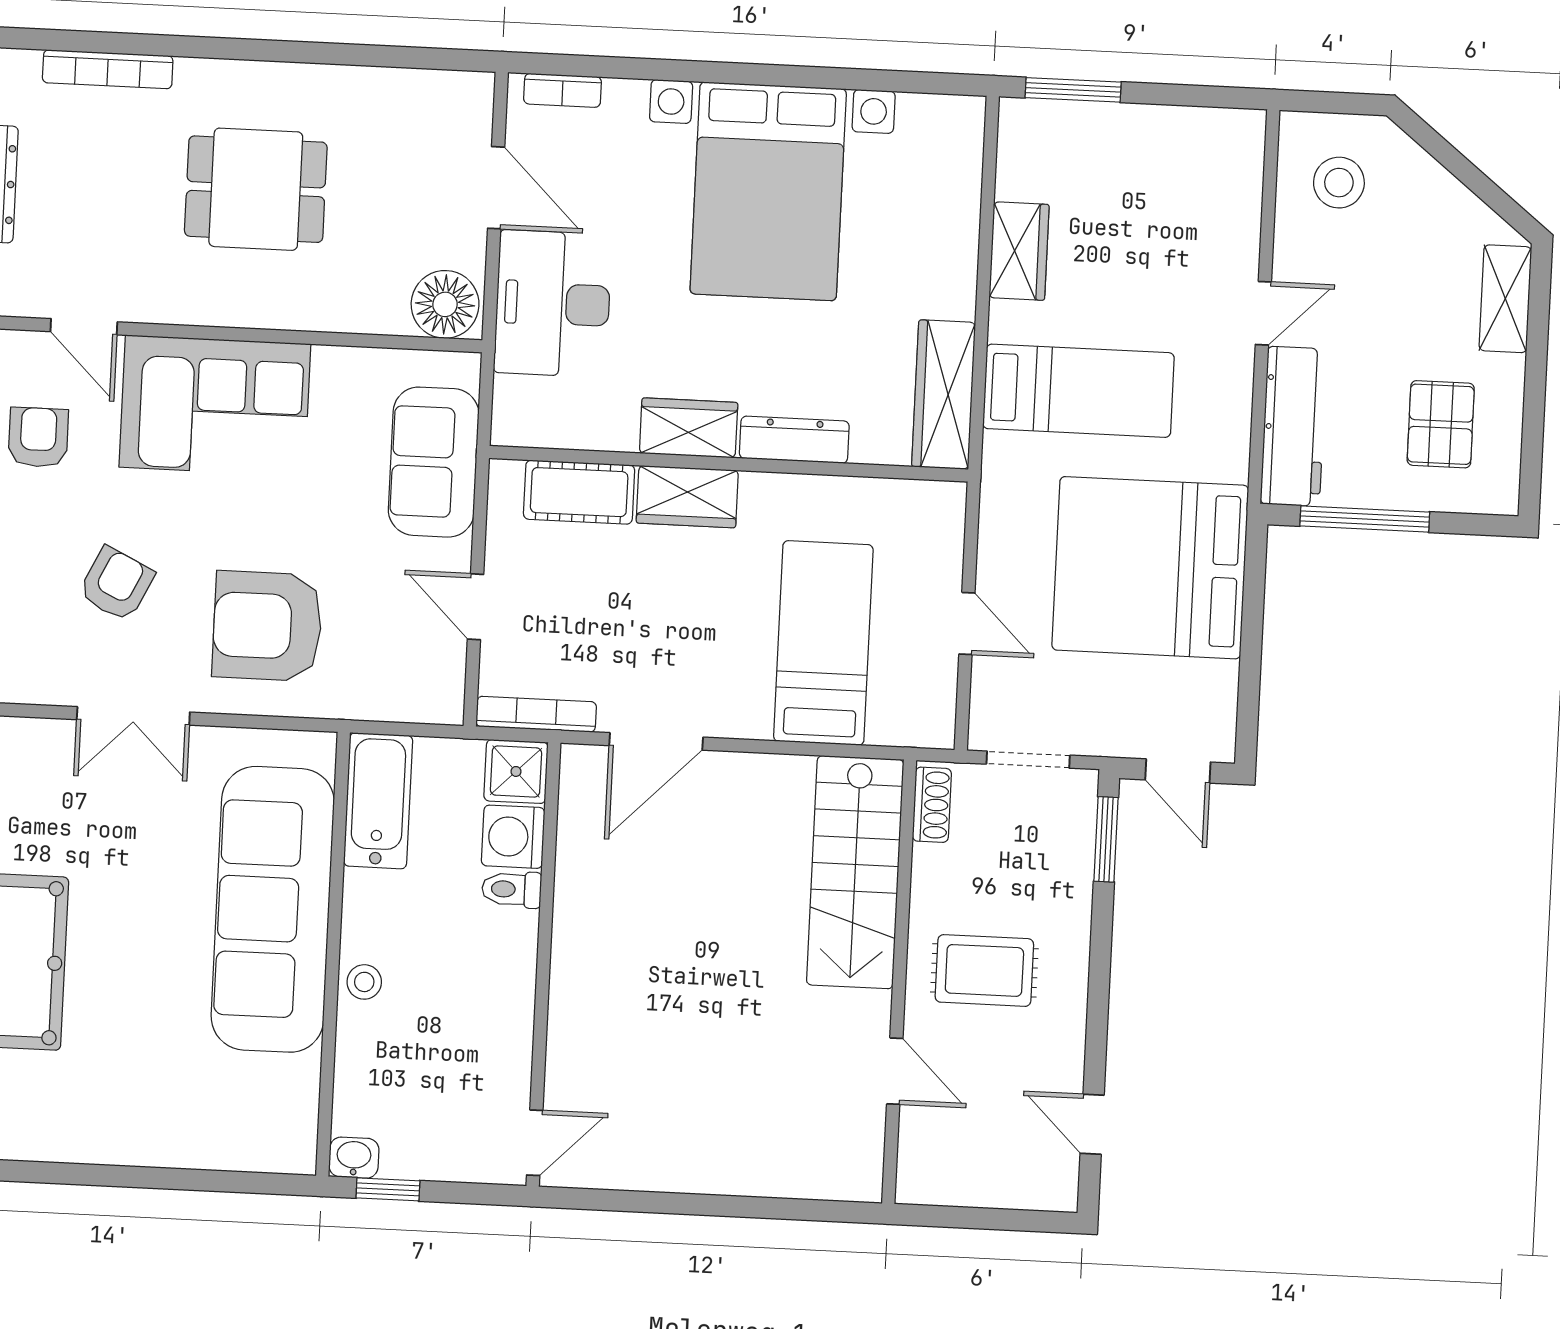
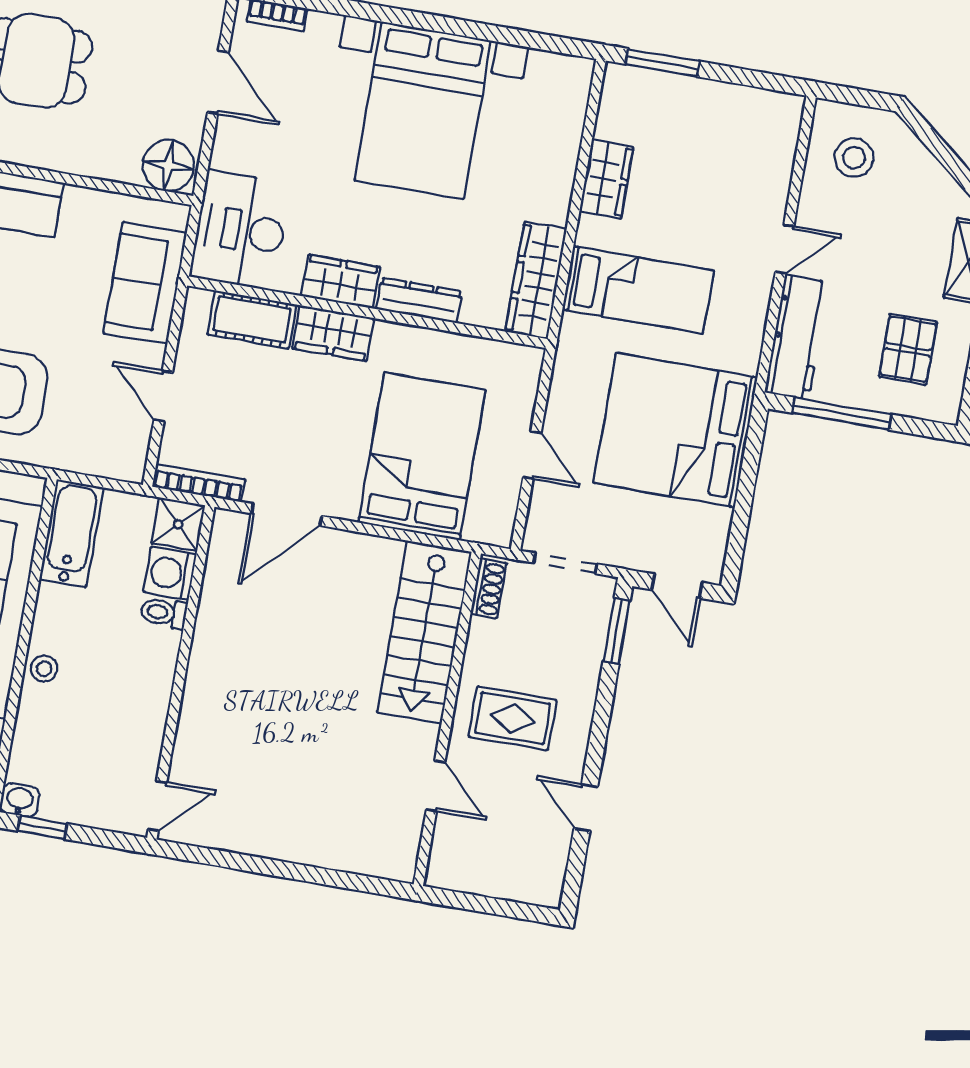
desk: (553, 304) -> (240, 230), moved
bed: (823, 643) -> (422, 456), width x1.50
door: (1092, 1124) -> (586, 808), moved

